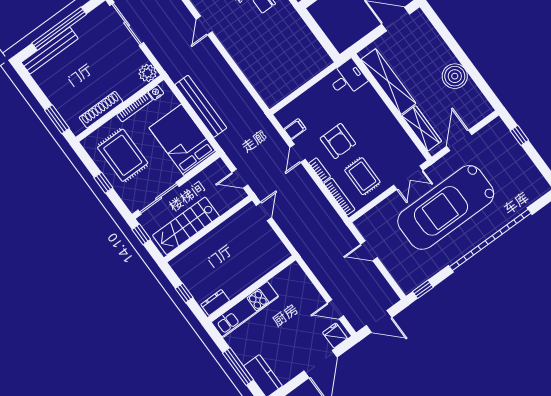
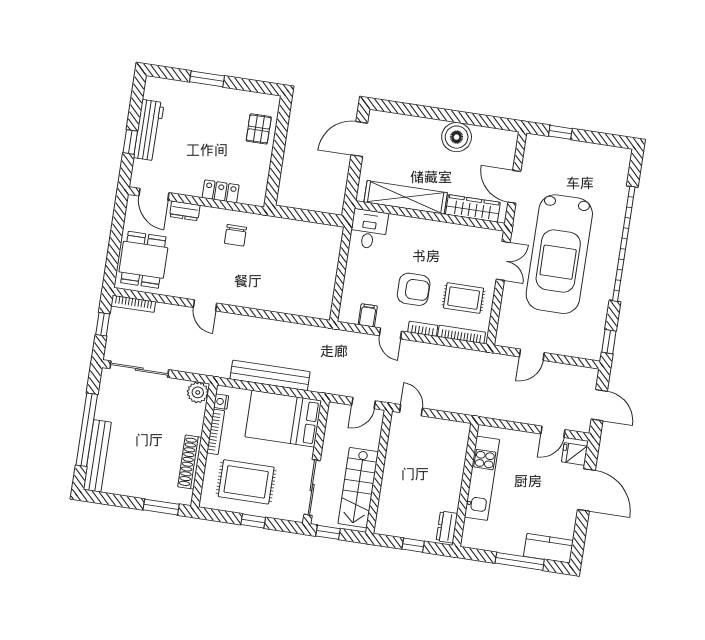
kitchen unit: (245, 309) -> (482, 478), moved
door: (379, 321) -> (599, 405), hinge flipped

